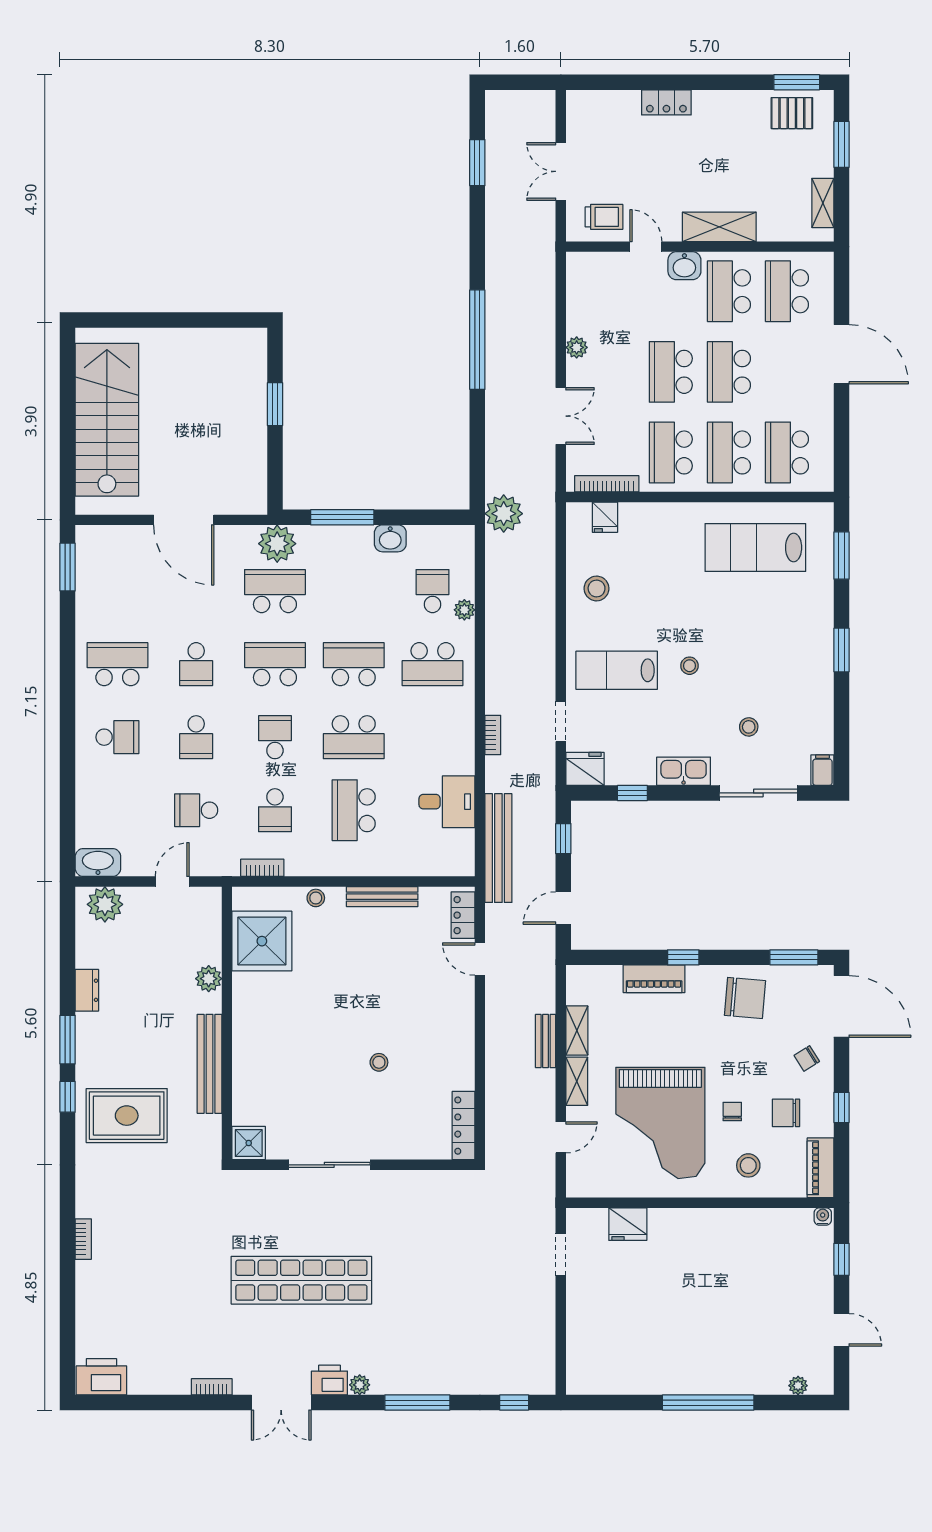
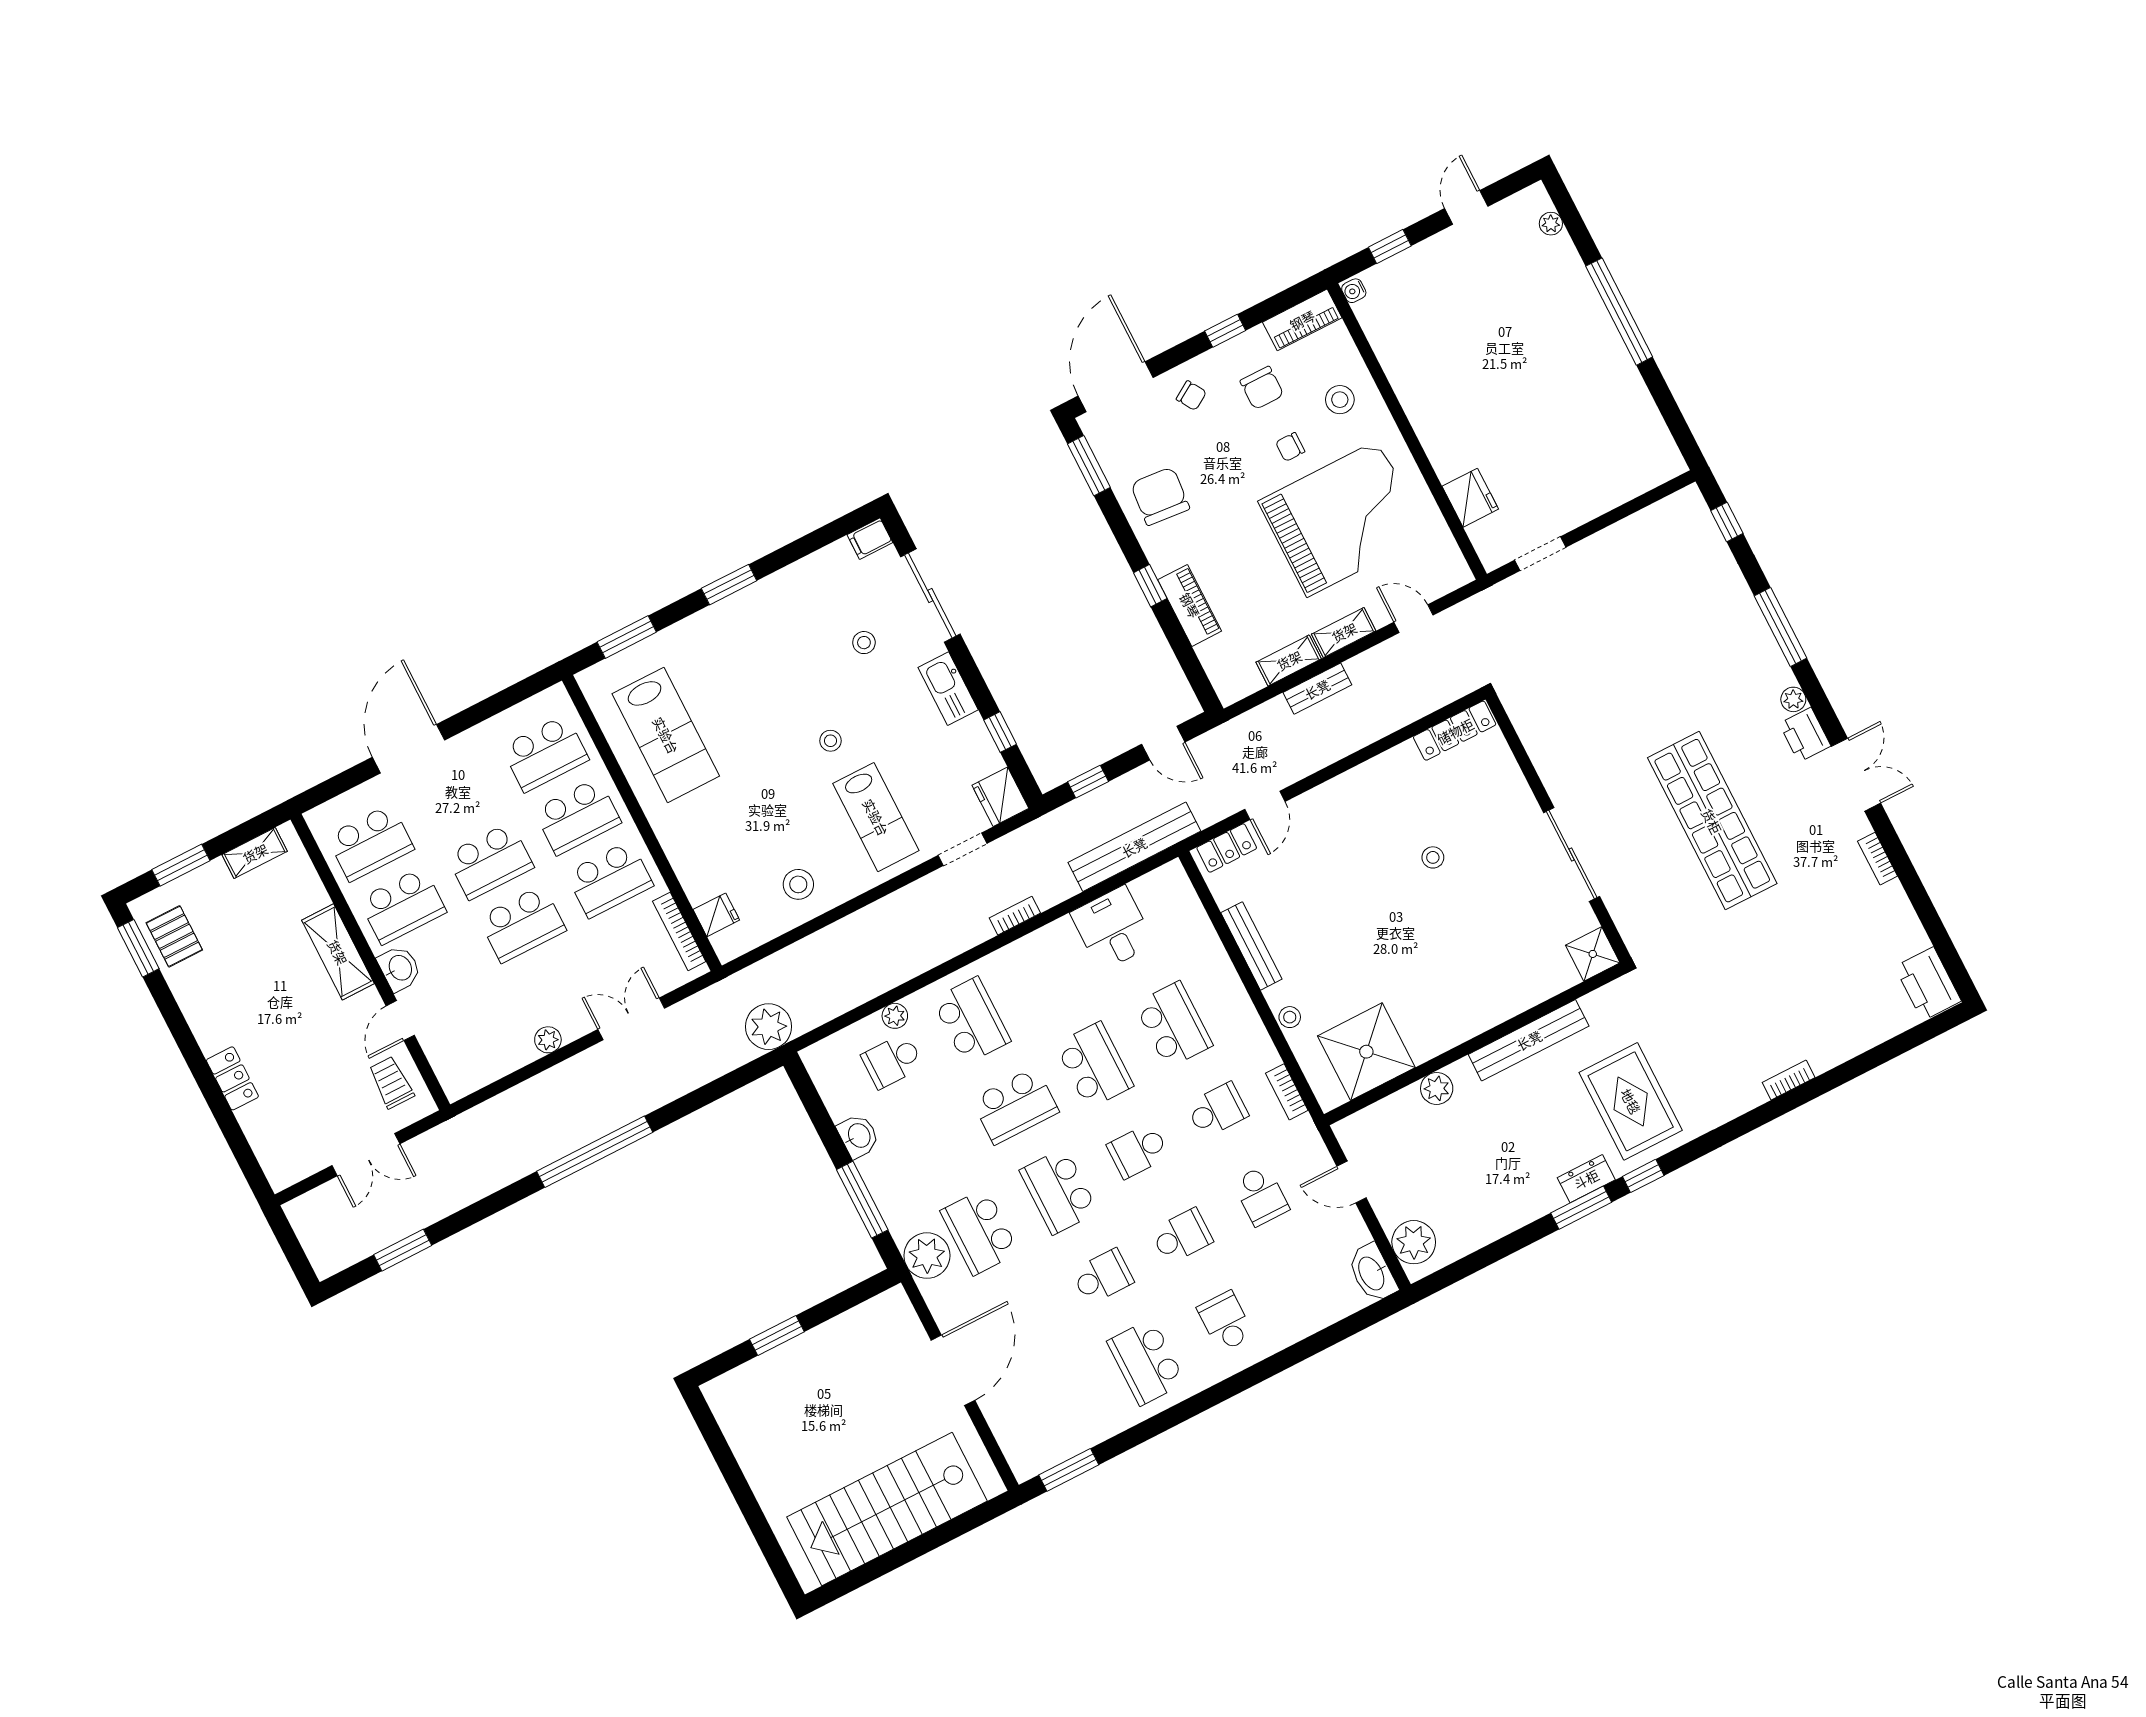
school desk: (354, 664) -> (1015, 1106), turned -90
school desk: (354, 810) -> (1174, 1025), turned -90
dresser: (87, 990) -> (1586, 1179), moved

